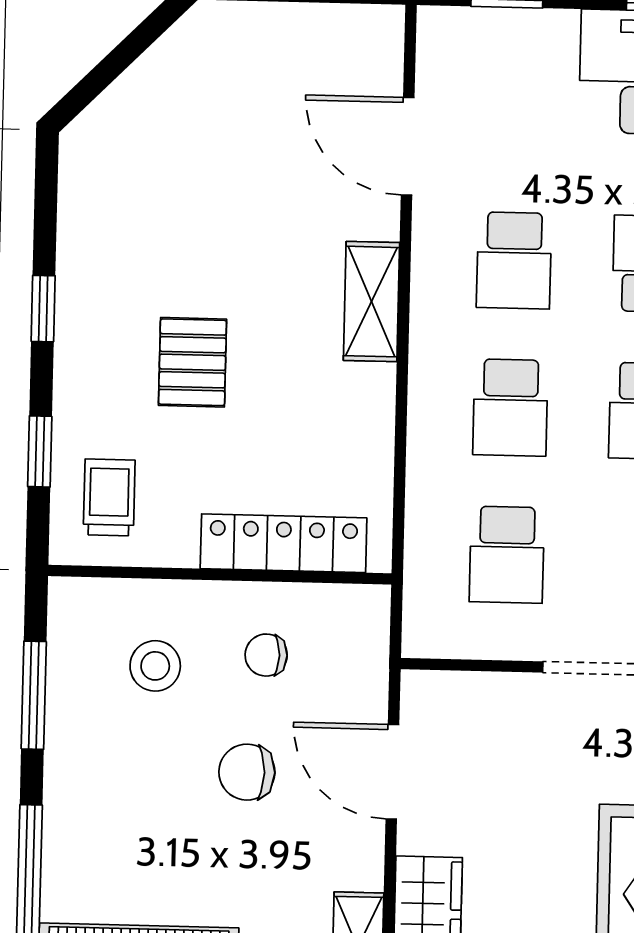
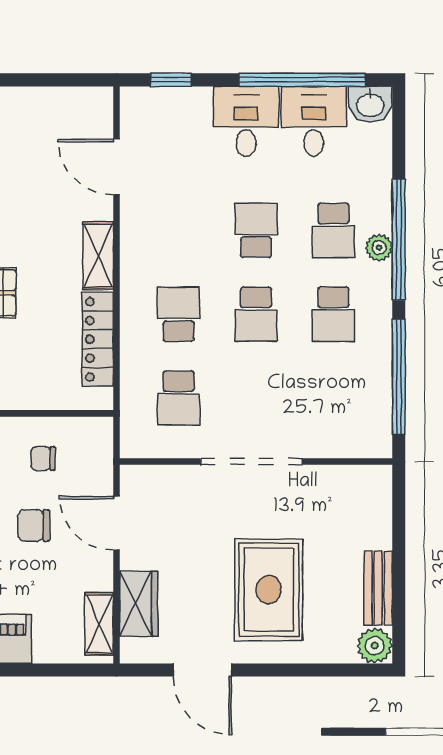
school desk: (514, 260) -> (179, 230), removed
school desk: (510, 408) -> (179, 314), turned 180
locker: (284, 543) -> (98, 339), moved, turned -90

